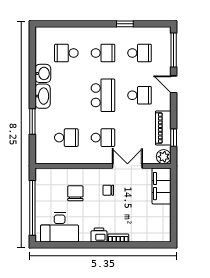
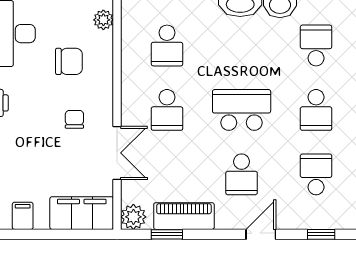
window: (174, 50) -> (321, 234), width x0.46
school desk: (140, 53) -> (316, 174), turned 180
school desk: (103, 95) -> (242, 110), turned 180
plant: (52, 174) -> (103, 20), added
filing cabinet: (163, 220) -> (23, 216), added

